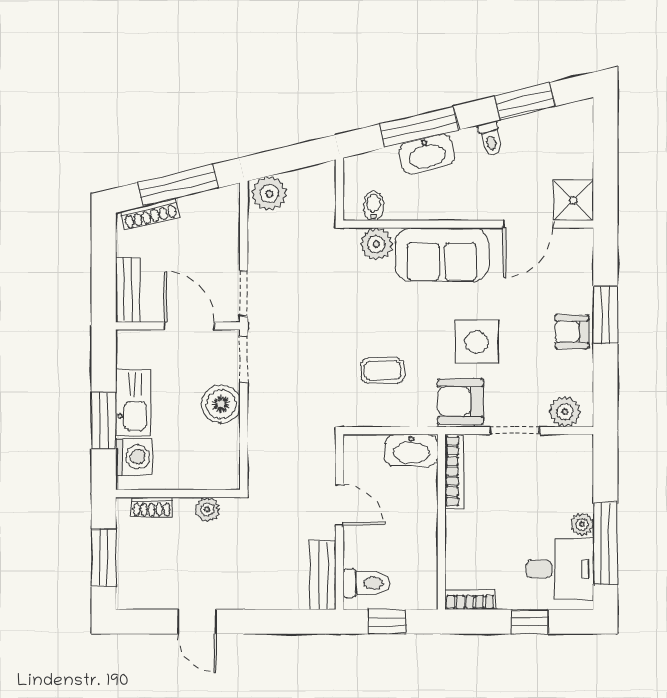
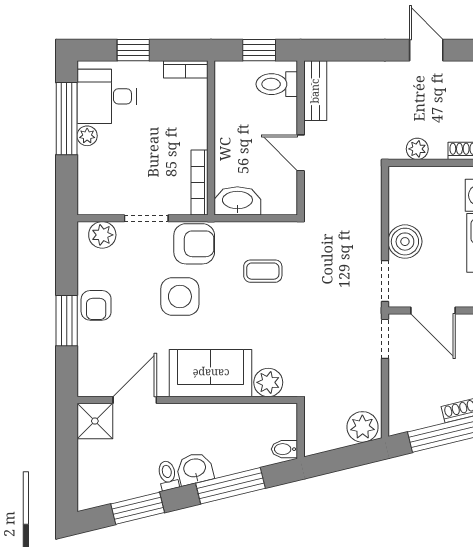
washbasin: (427, 154) -> (195, 469), moved, width x0.72
bidet: (374, 206) -> (284, 449), moved, turned 90
armchair: (572, 332) -> (96, 305), turned 90

